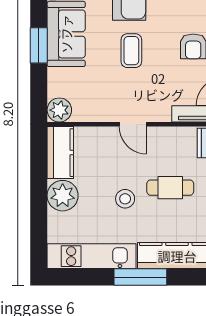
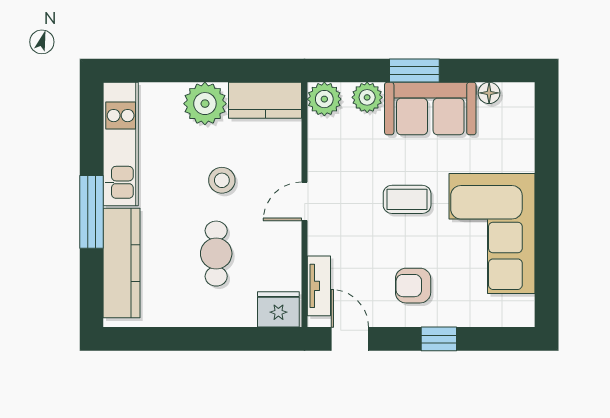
plant: (58, 79) -> (367, 97), added
stool: (125, 199) -> (222, 180), moved

